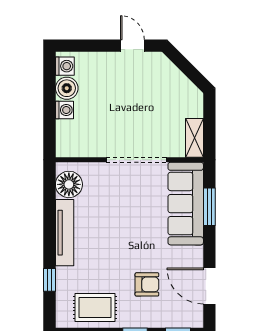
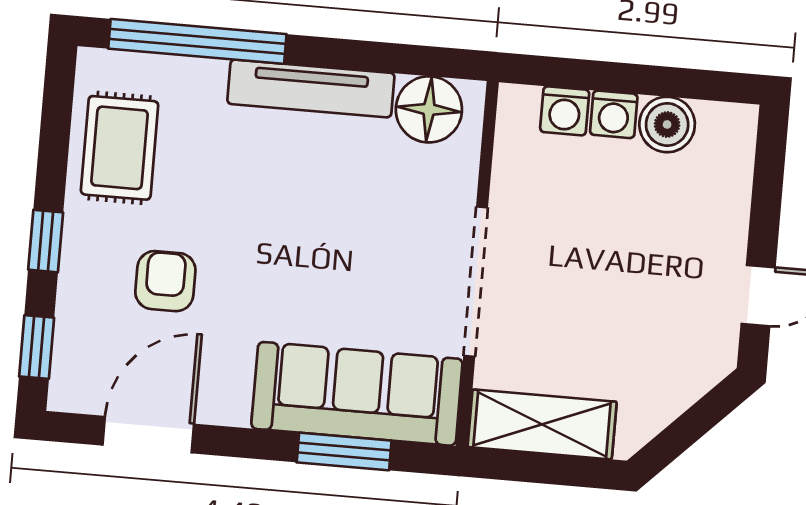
washing machine: (65, 66) -> (565, 111), moved
shelving: (195, 138) -> (542, 424), width x1.50, depth x1.33
window: (50, 280) -> (197, 41), width x3.17
armchair: (147, 284) -> (165, 281), turned 180

